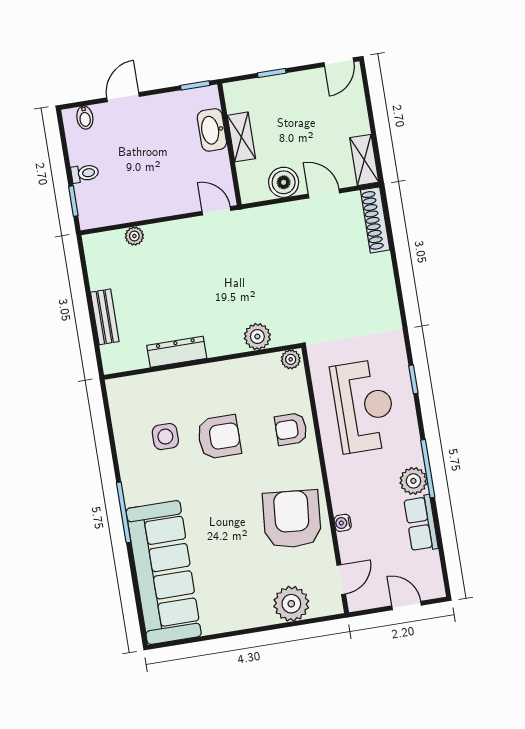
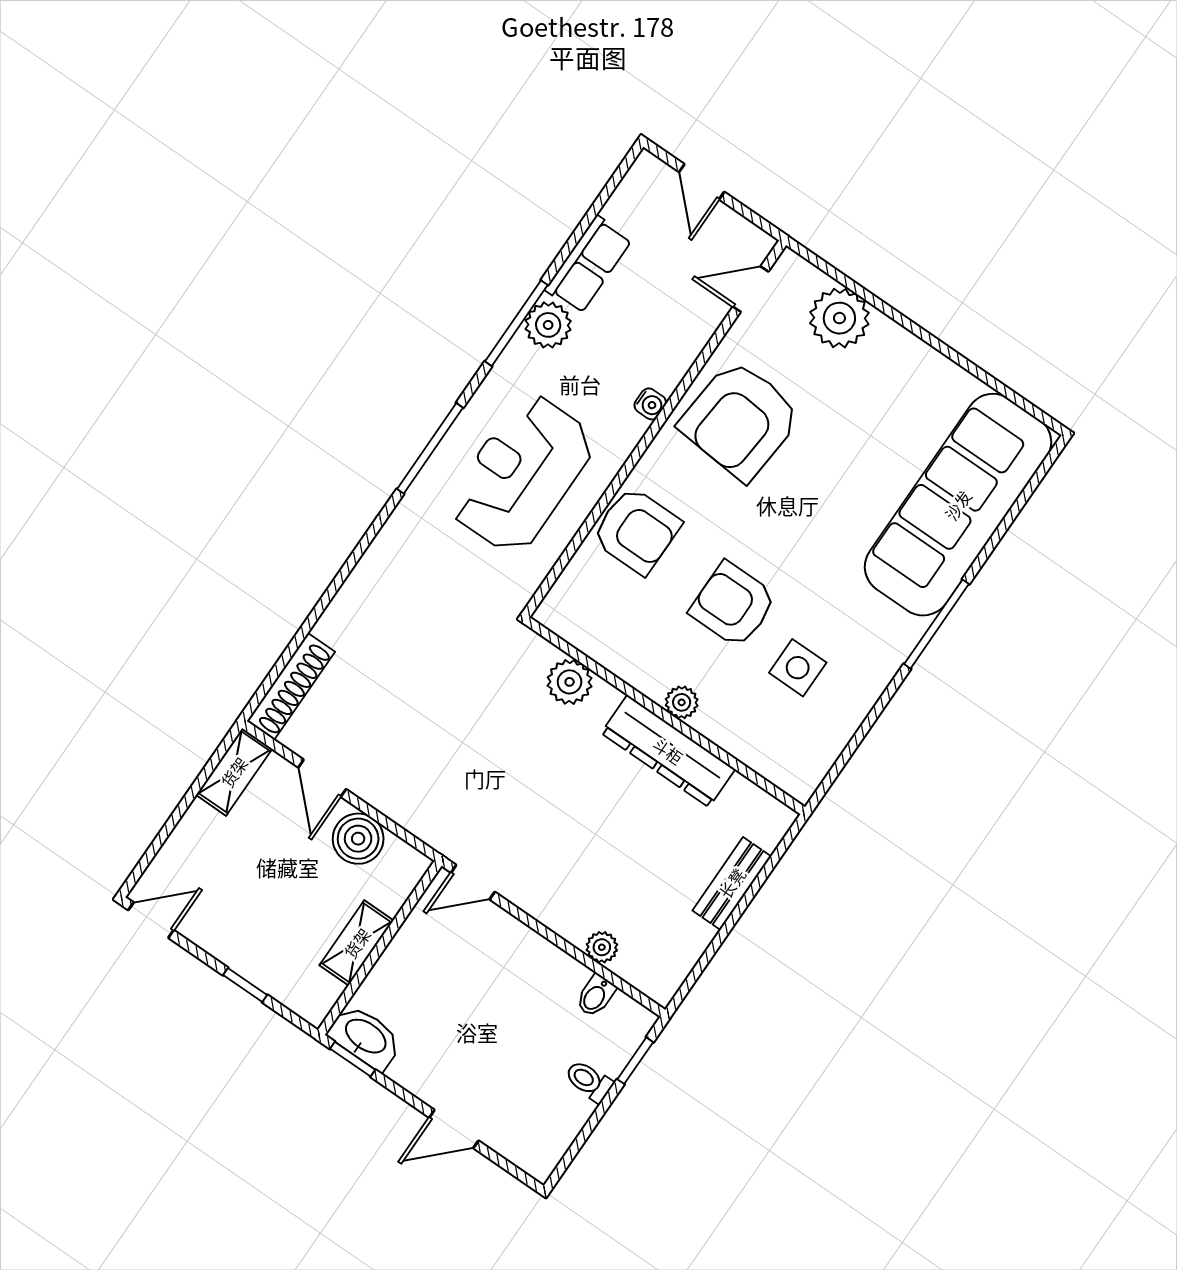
bidet: (85, 118) -> (596, 996), moved, turned 180
washbasin: (212, 130) -> (365, 1037), moved, turned -90
door: (216, 211) -> (473, 882), hinge flipped
dresser: (177, 352) -> (668, 751), width x1.37, depth x1.24
plant: (291, 359) -> (682, 702), moved
window: (413, 379) -> (430, 448), width x2.17
armchair: (291, 429) -> (636, 531), width x1.38, depth x1.38
water cooler: (343, 523) -> (650, 404), moved

